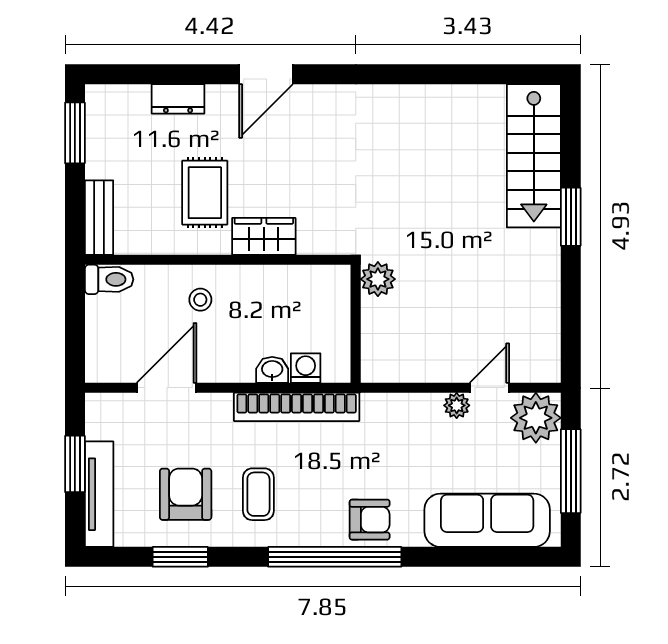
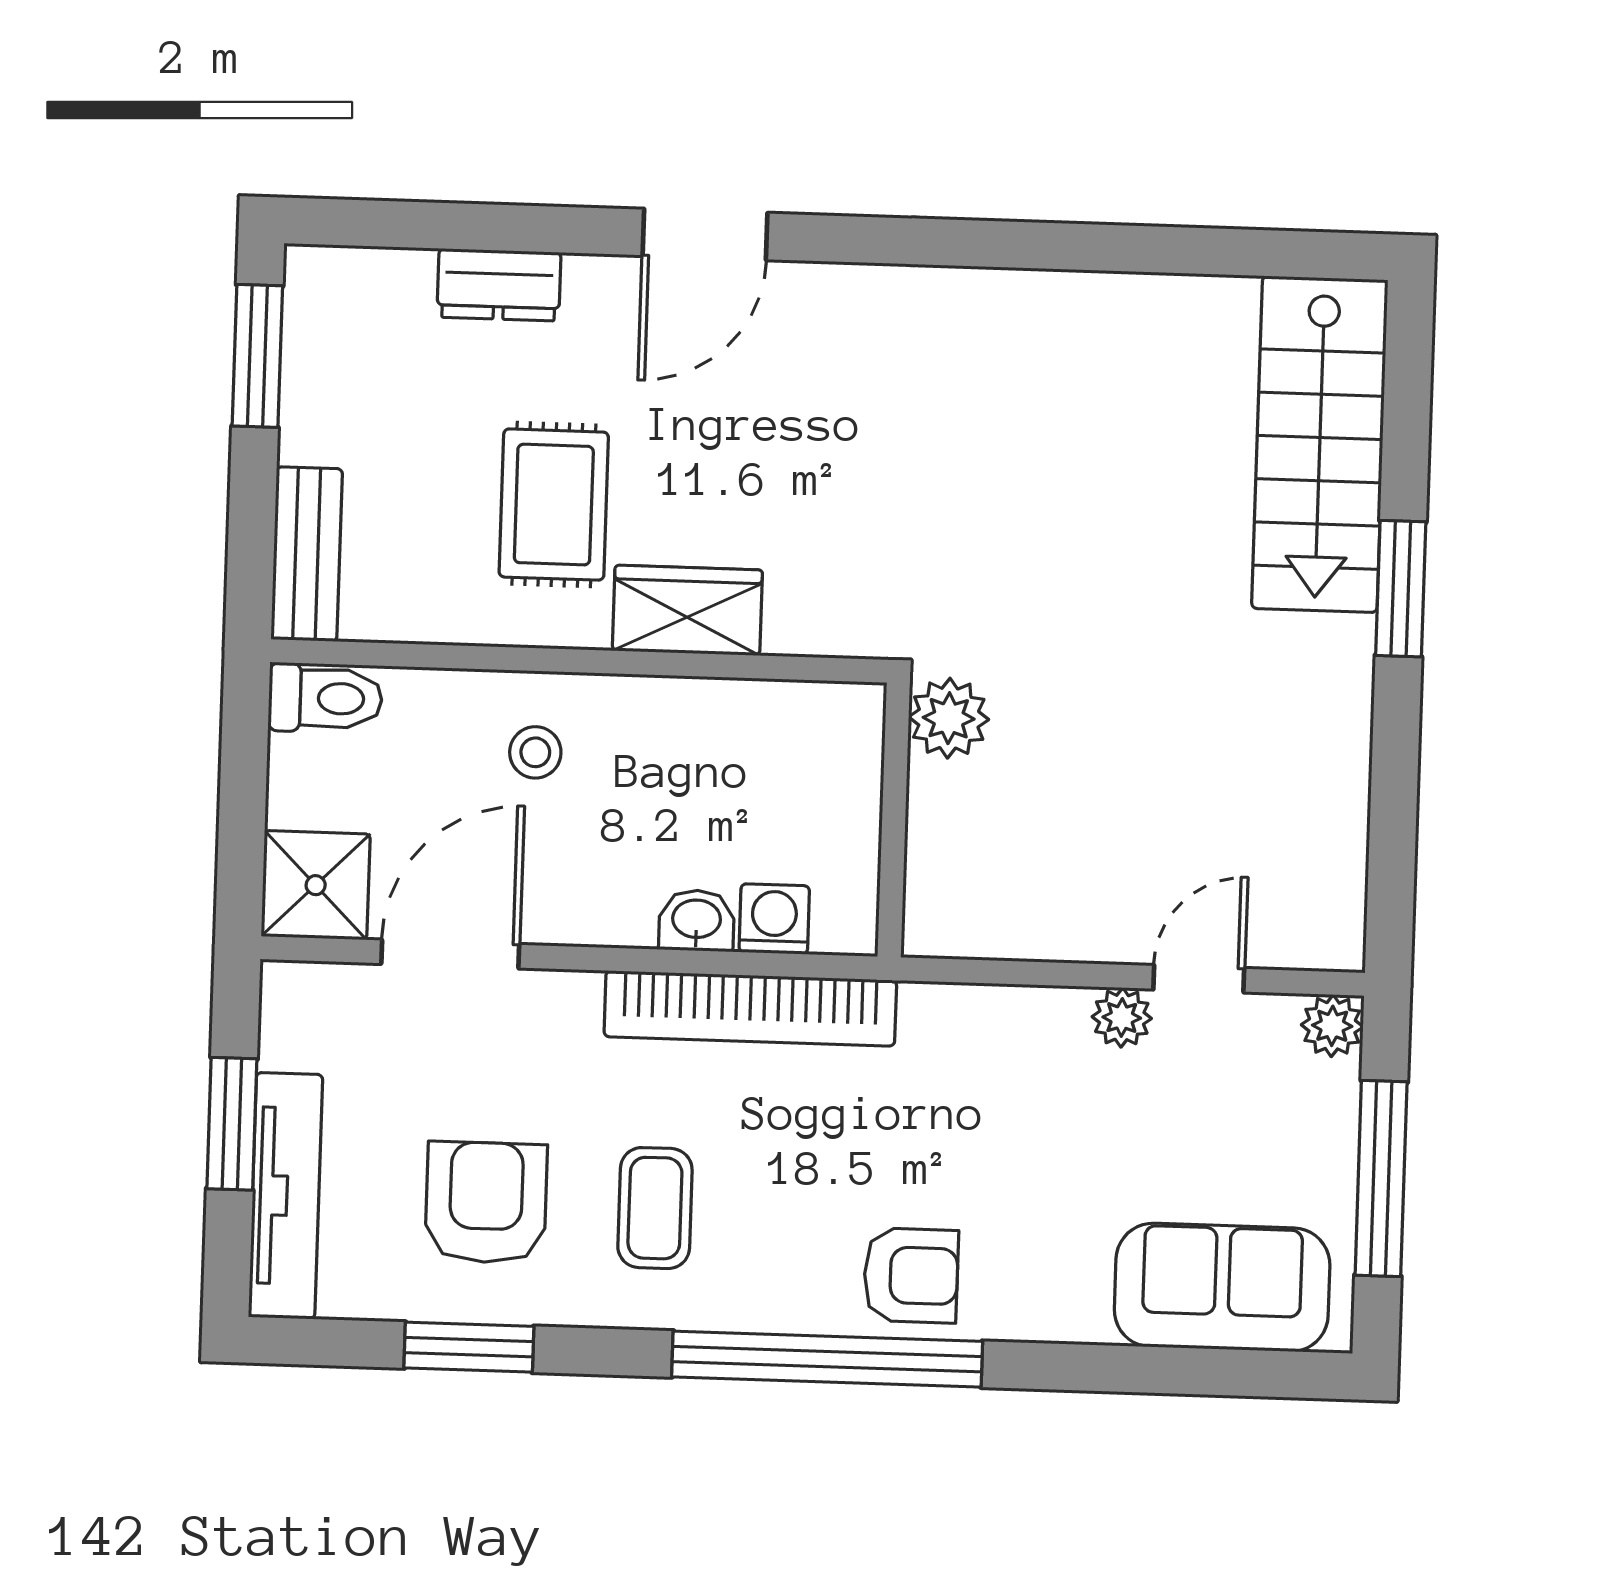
shower: (108, 360) -> (316, 885), added
plant: (536, 418) -> (1332, 1026), width x0.53, depth x0.53
sofa: (487, 520) -> (1222, 1287), width x0.73

